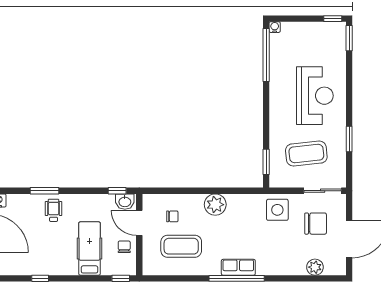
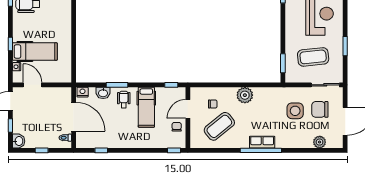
washbasin: (125, 202) -> (103, 93), moved
side table: (277, 210) -> (295, 111), moved
door: (139, 223) -> (188, 109), hinge flipped
chair: (316, 224) -> (320, 109), turned 180
coffee table: (181, 246) -> (219, 126), turned -39
hospital bed: (89, 249) -> (146, 107), moved, turned 180
window: (40, 278) -> (101, 150), moved

